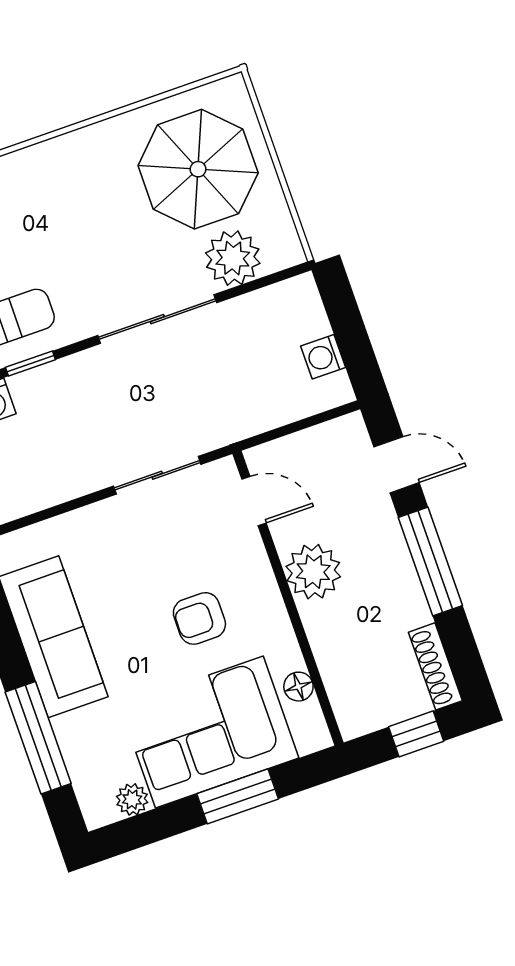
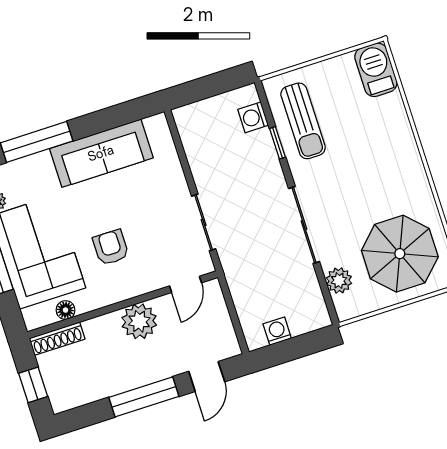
plant: (233, 258) -> (339, 281), width x0.73, depth x0.73
shoe rack: (435, 666) -> (57, 339), moved, turned 180

